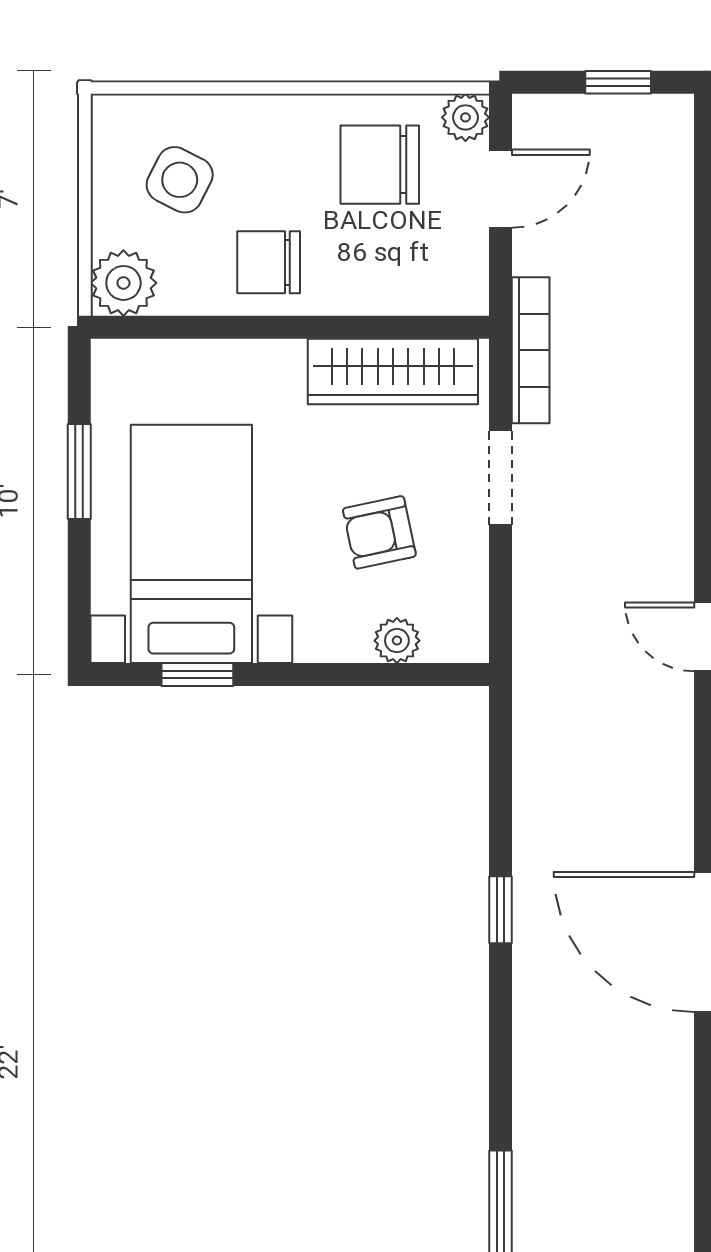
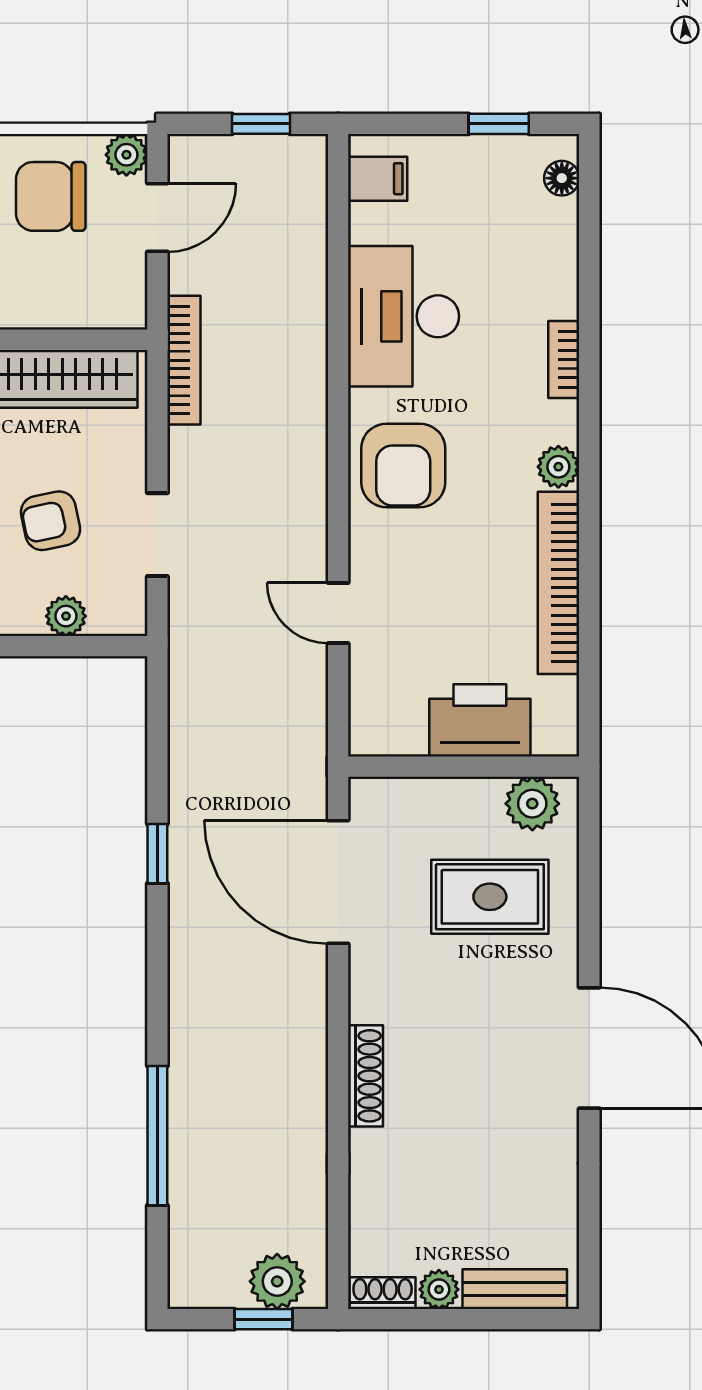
doorway: (501, 478) -> (157, 535), moved

